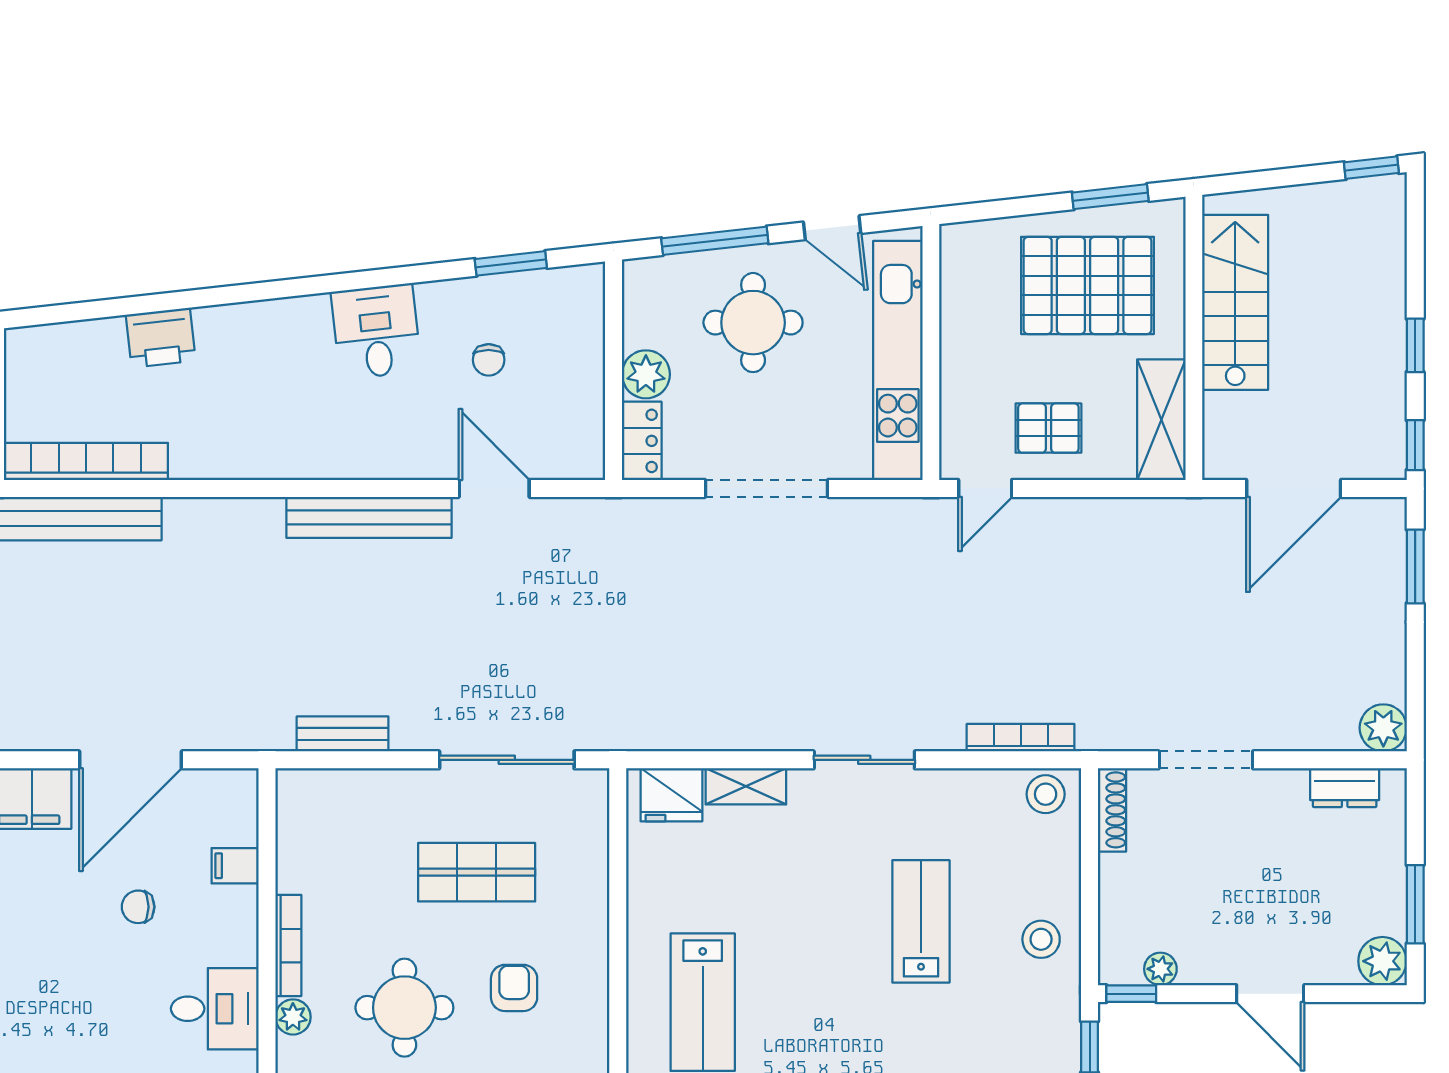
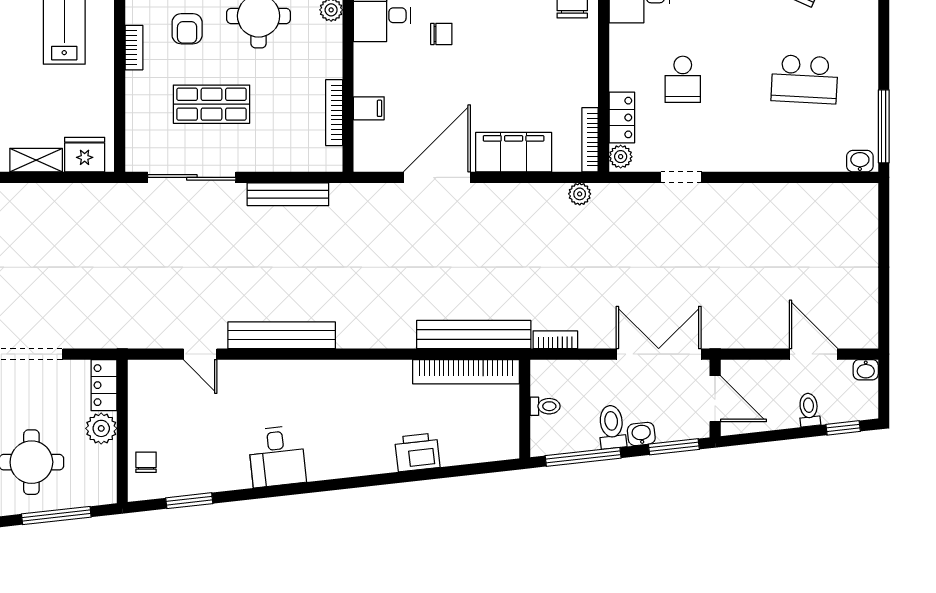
chair: (489, 360) -> (146, 462), moved
door: (494, 488) -> (200, 354), width x0.73
bench: (343, 734) -> (288, 194), width x1.36
chair: (138, 907) -> (441, 34), moved
bookcase: (288, 945) -> (334, 113), moved
bookcase: (596, 959) -> (134, 48), added

